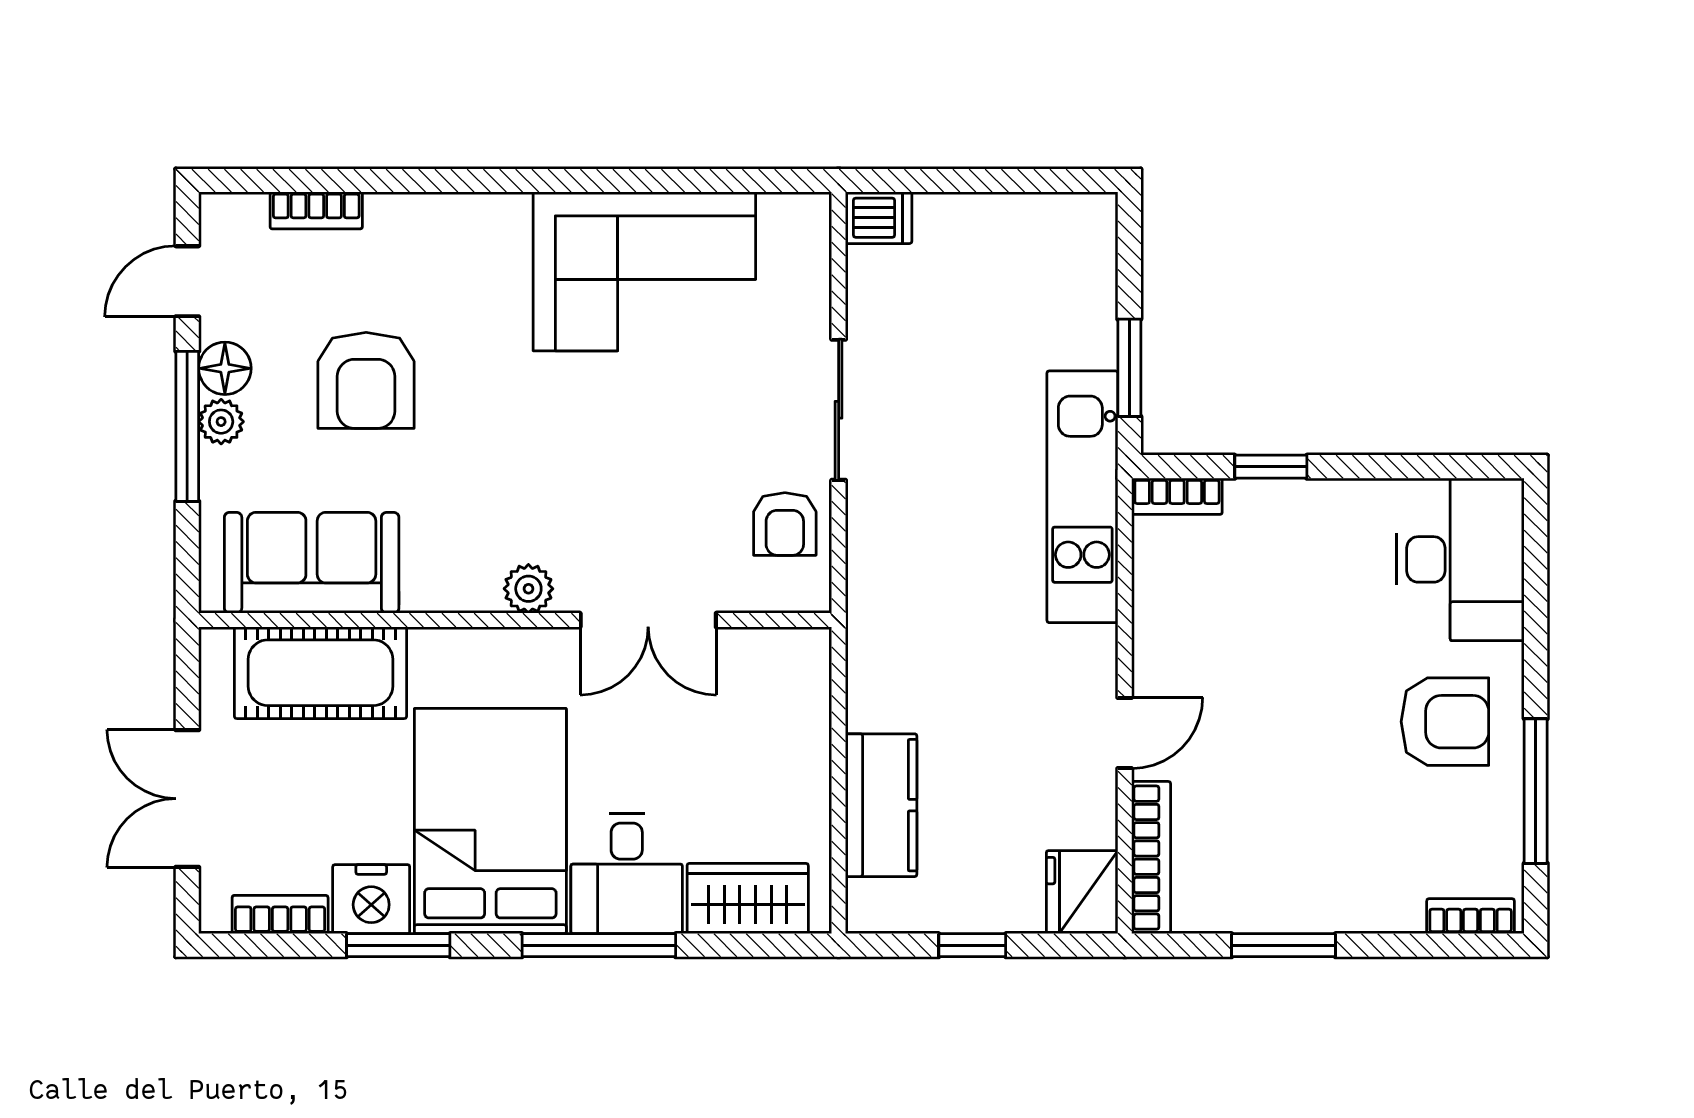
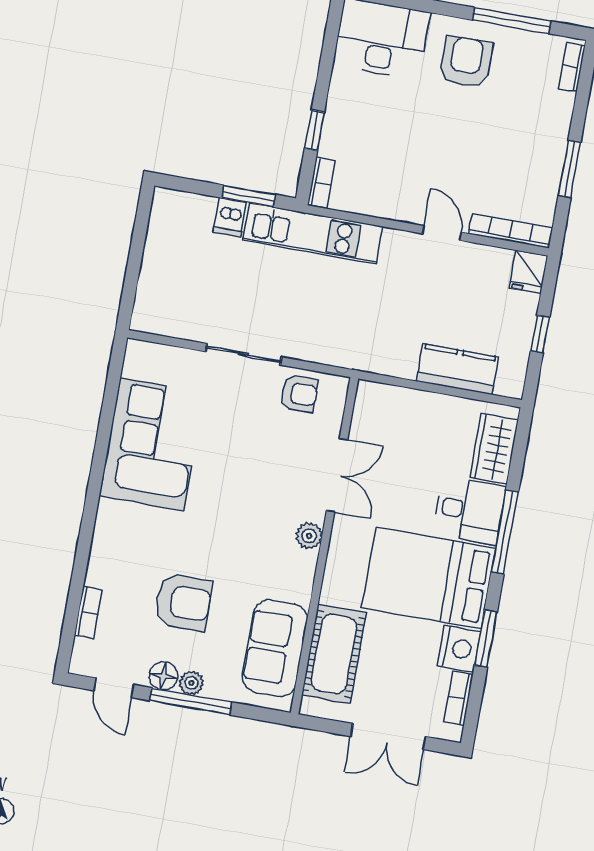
dishwasher: (879, 218) -> (230, 217), moved, turned 180
fridge: (1082, 892) -> (528, 272), width x0.72

